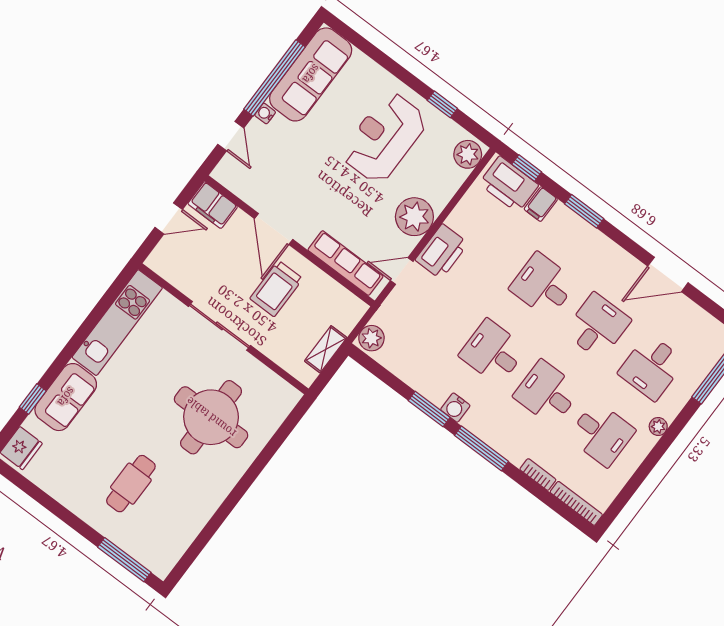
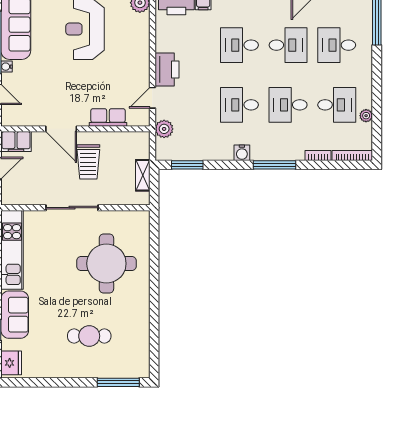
plant: (414, 217) -> (136, 61), removed
row of seats: (345, 263) -> (108, 117), width x0.68
desk: (597, 326) -> (288, 45), turned 90
plant: (371, 338) -> (164, 129), moved
desk: (652, 367) -> (337, 45), turned 90
window: (429, 409) -> (187, 165), moved
plant: (658, 426) -> (366, 116), moved
cafe table: (131, 484) -> (89, 336), turned 90

